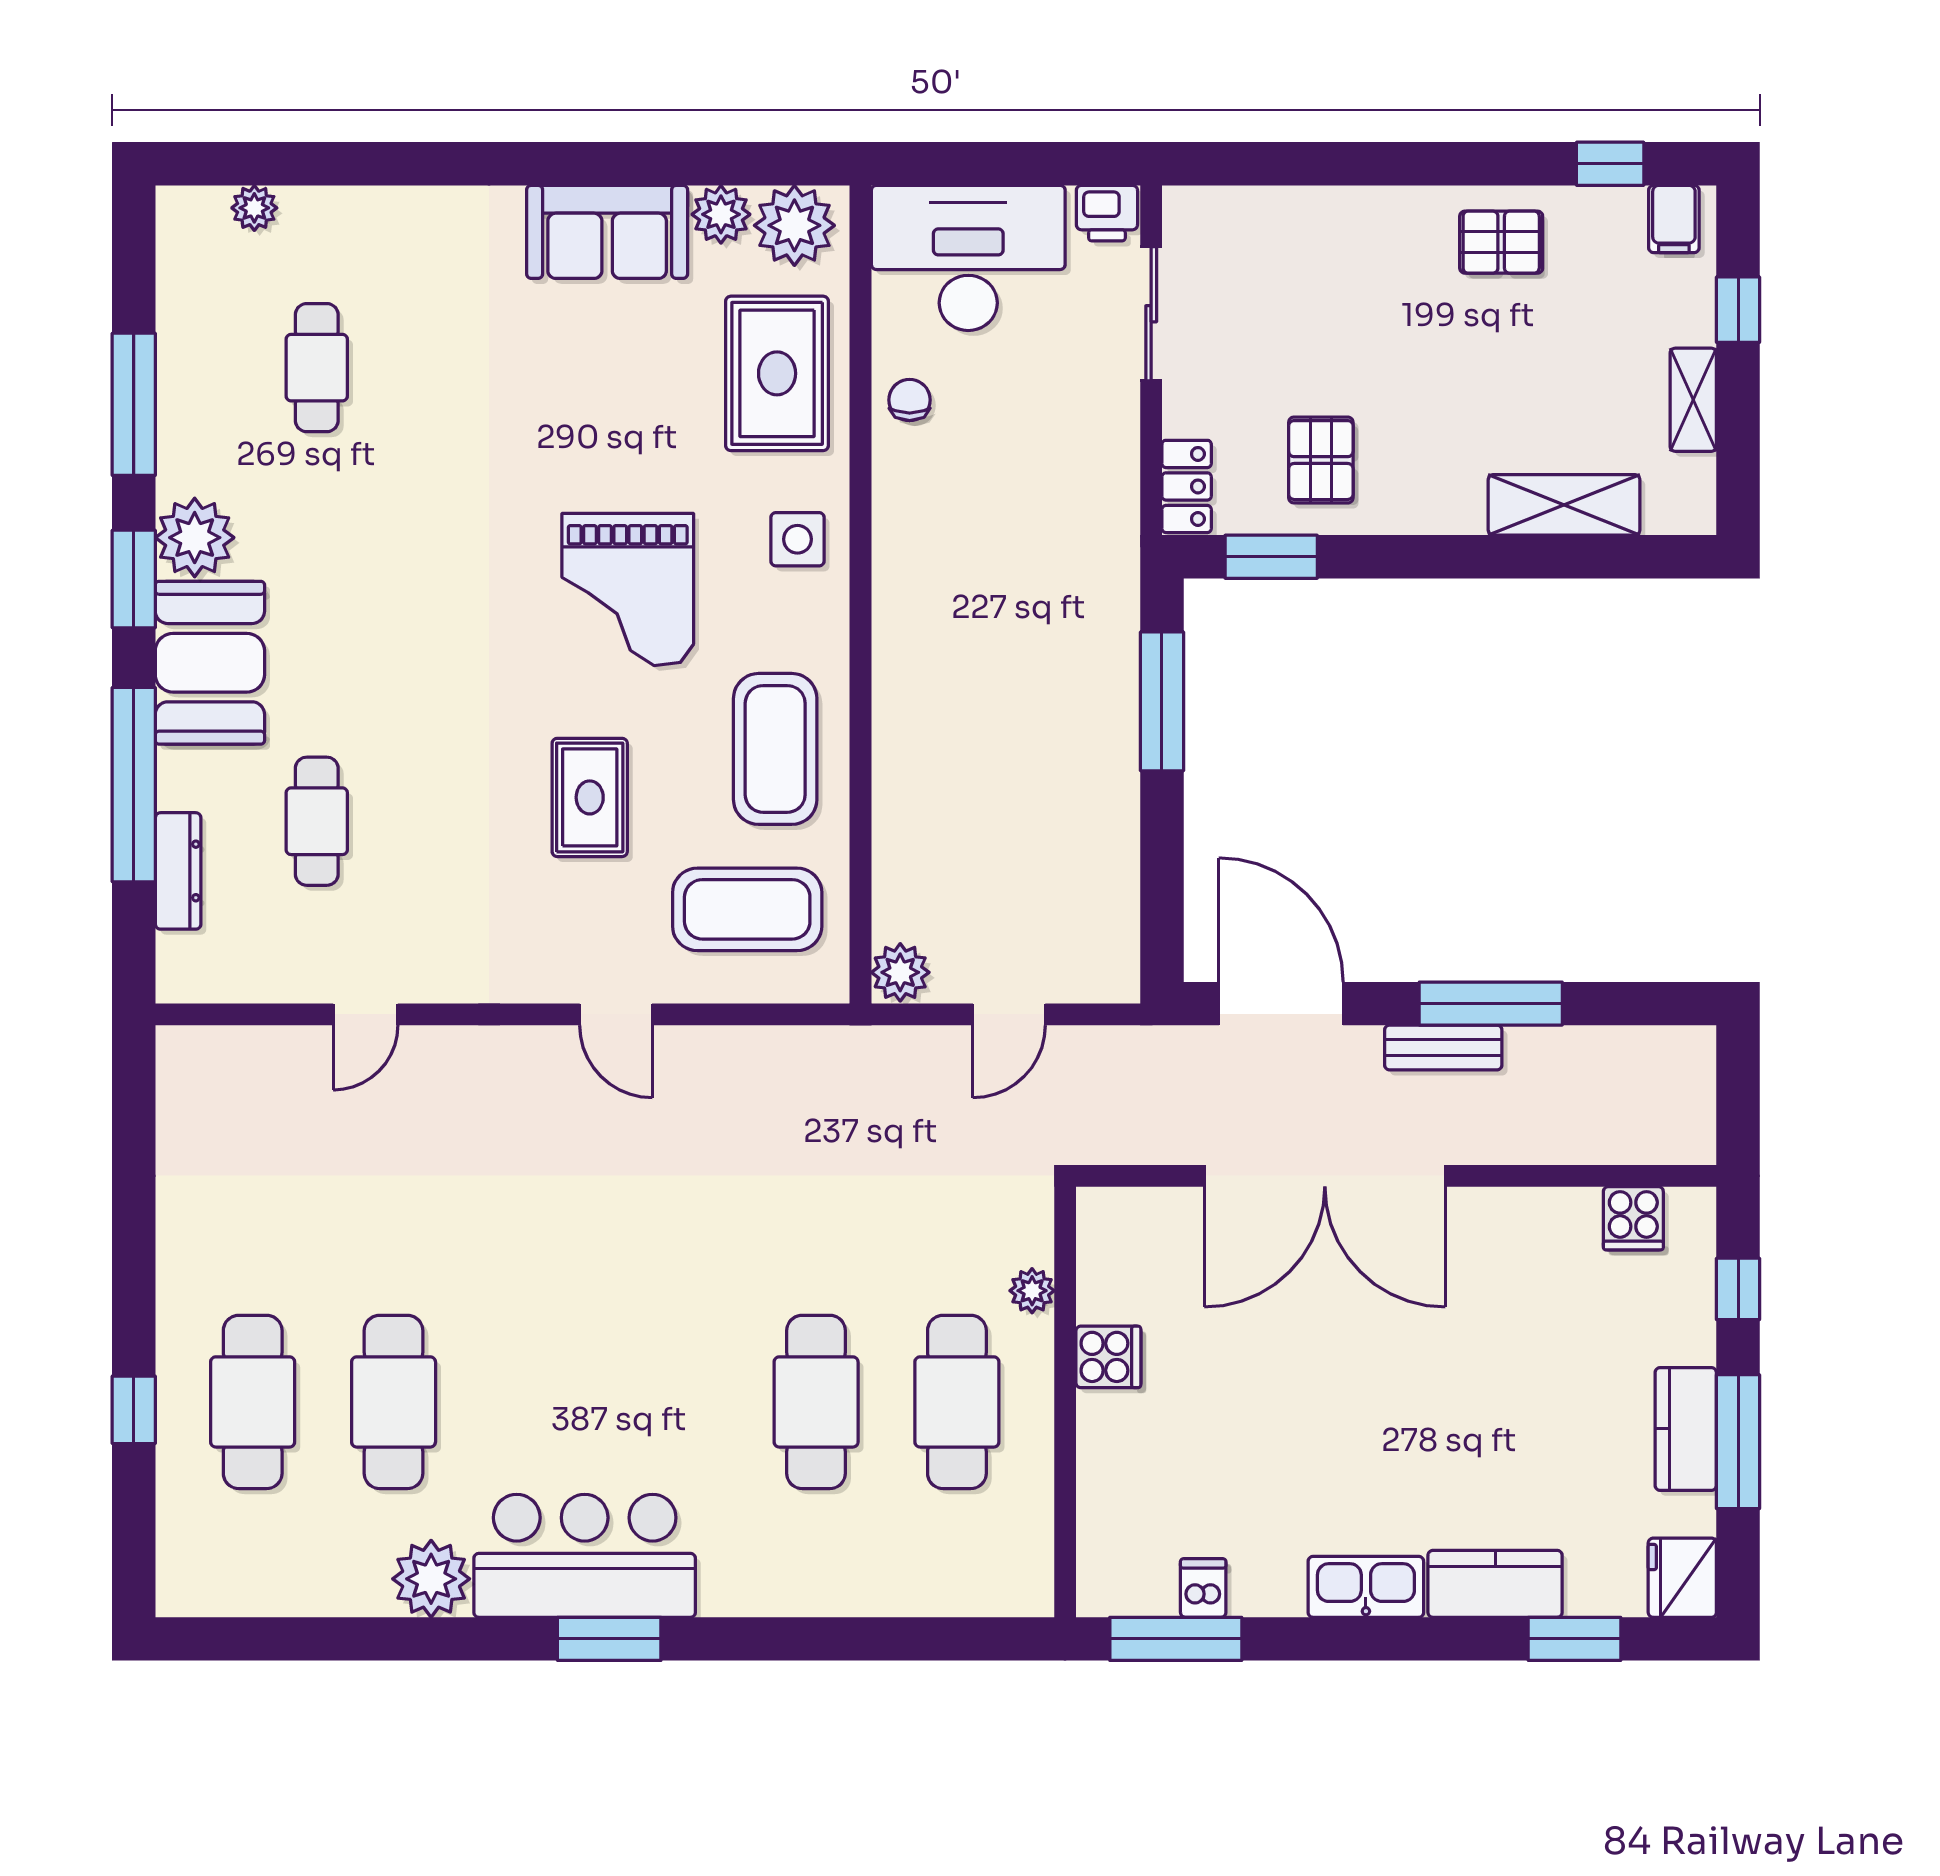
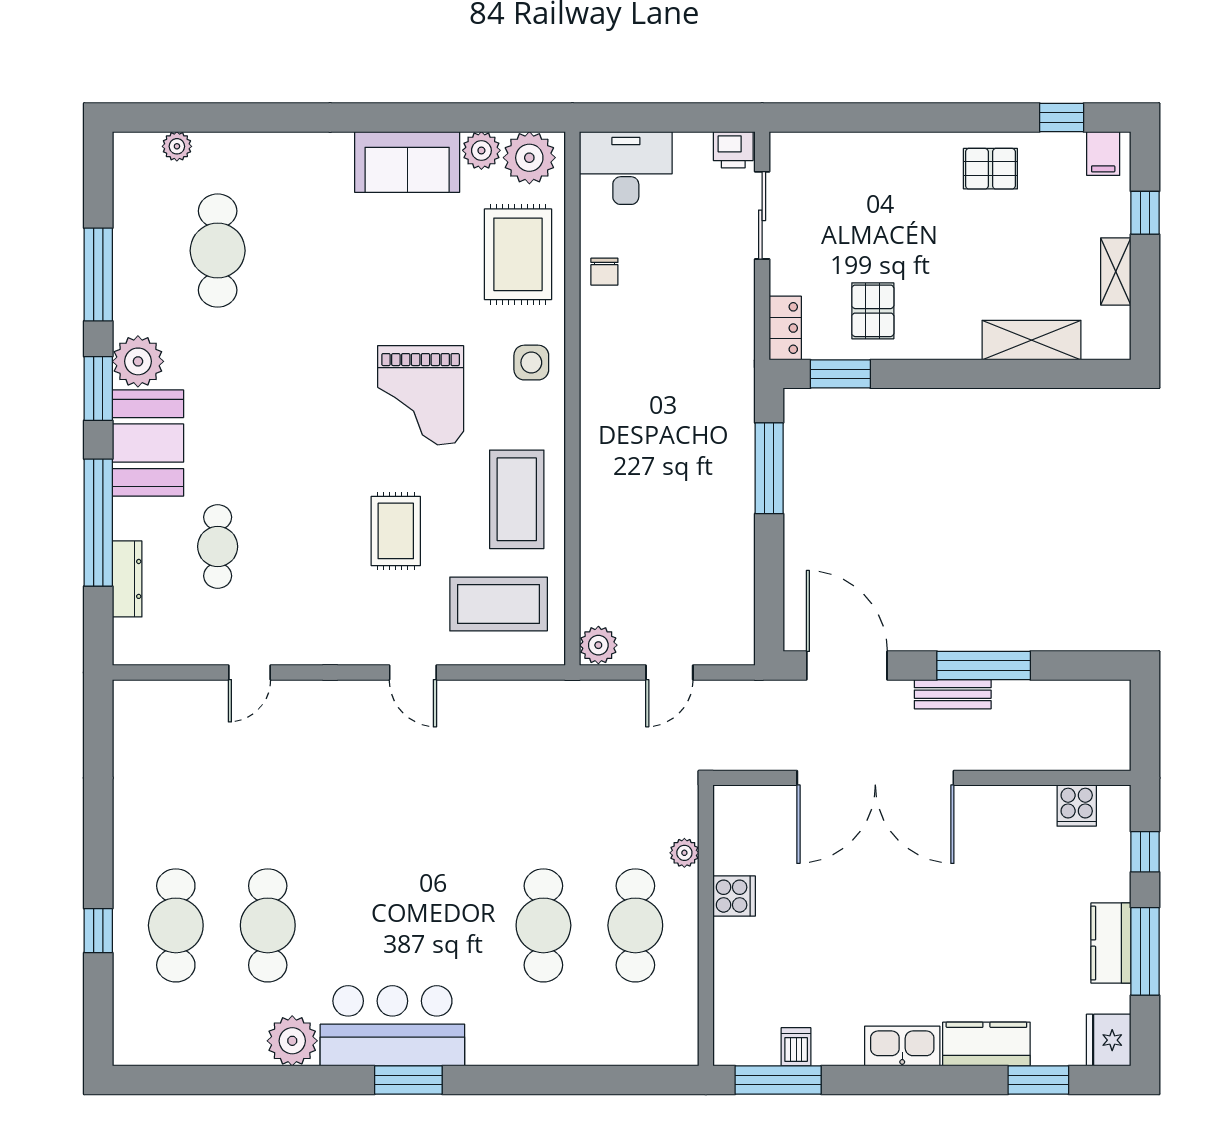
desk: (968, 258) -> (626, 168), width x0.73, depth x0.77
cafe table: (317, 368) -> (218, 251), width x1.37, depth x1.35
chair: (910, 400) -> (604, 272), turned 180

